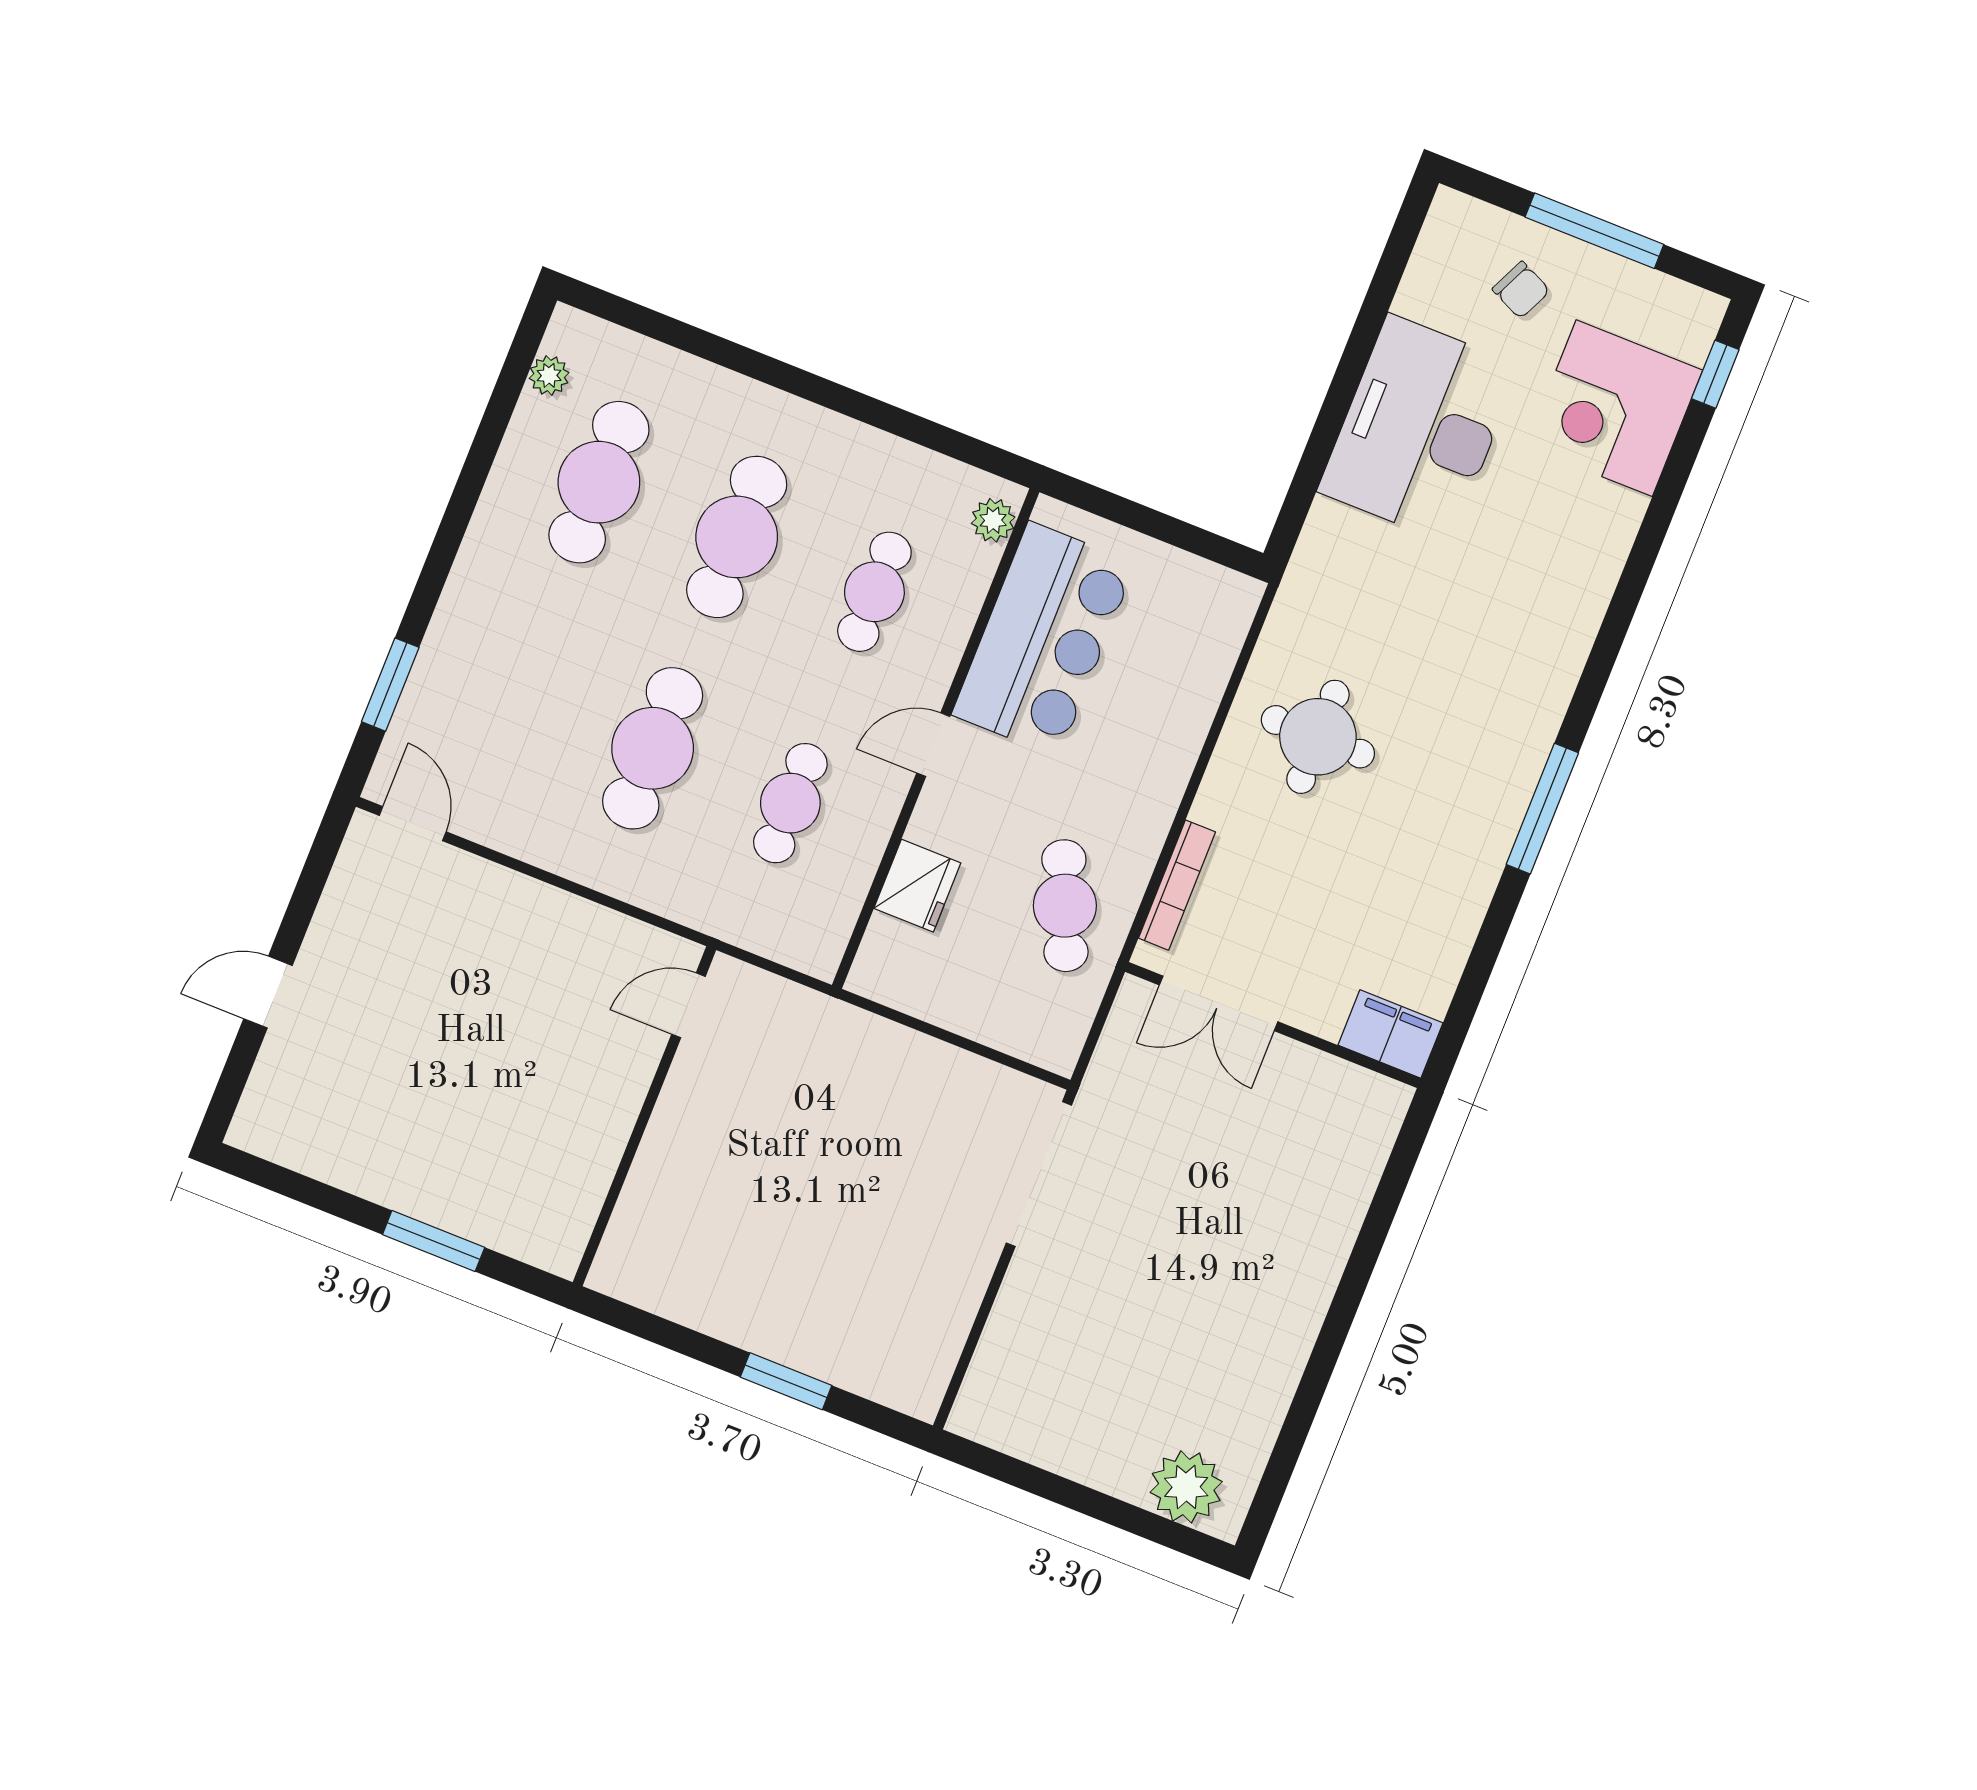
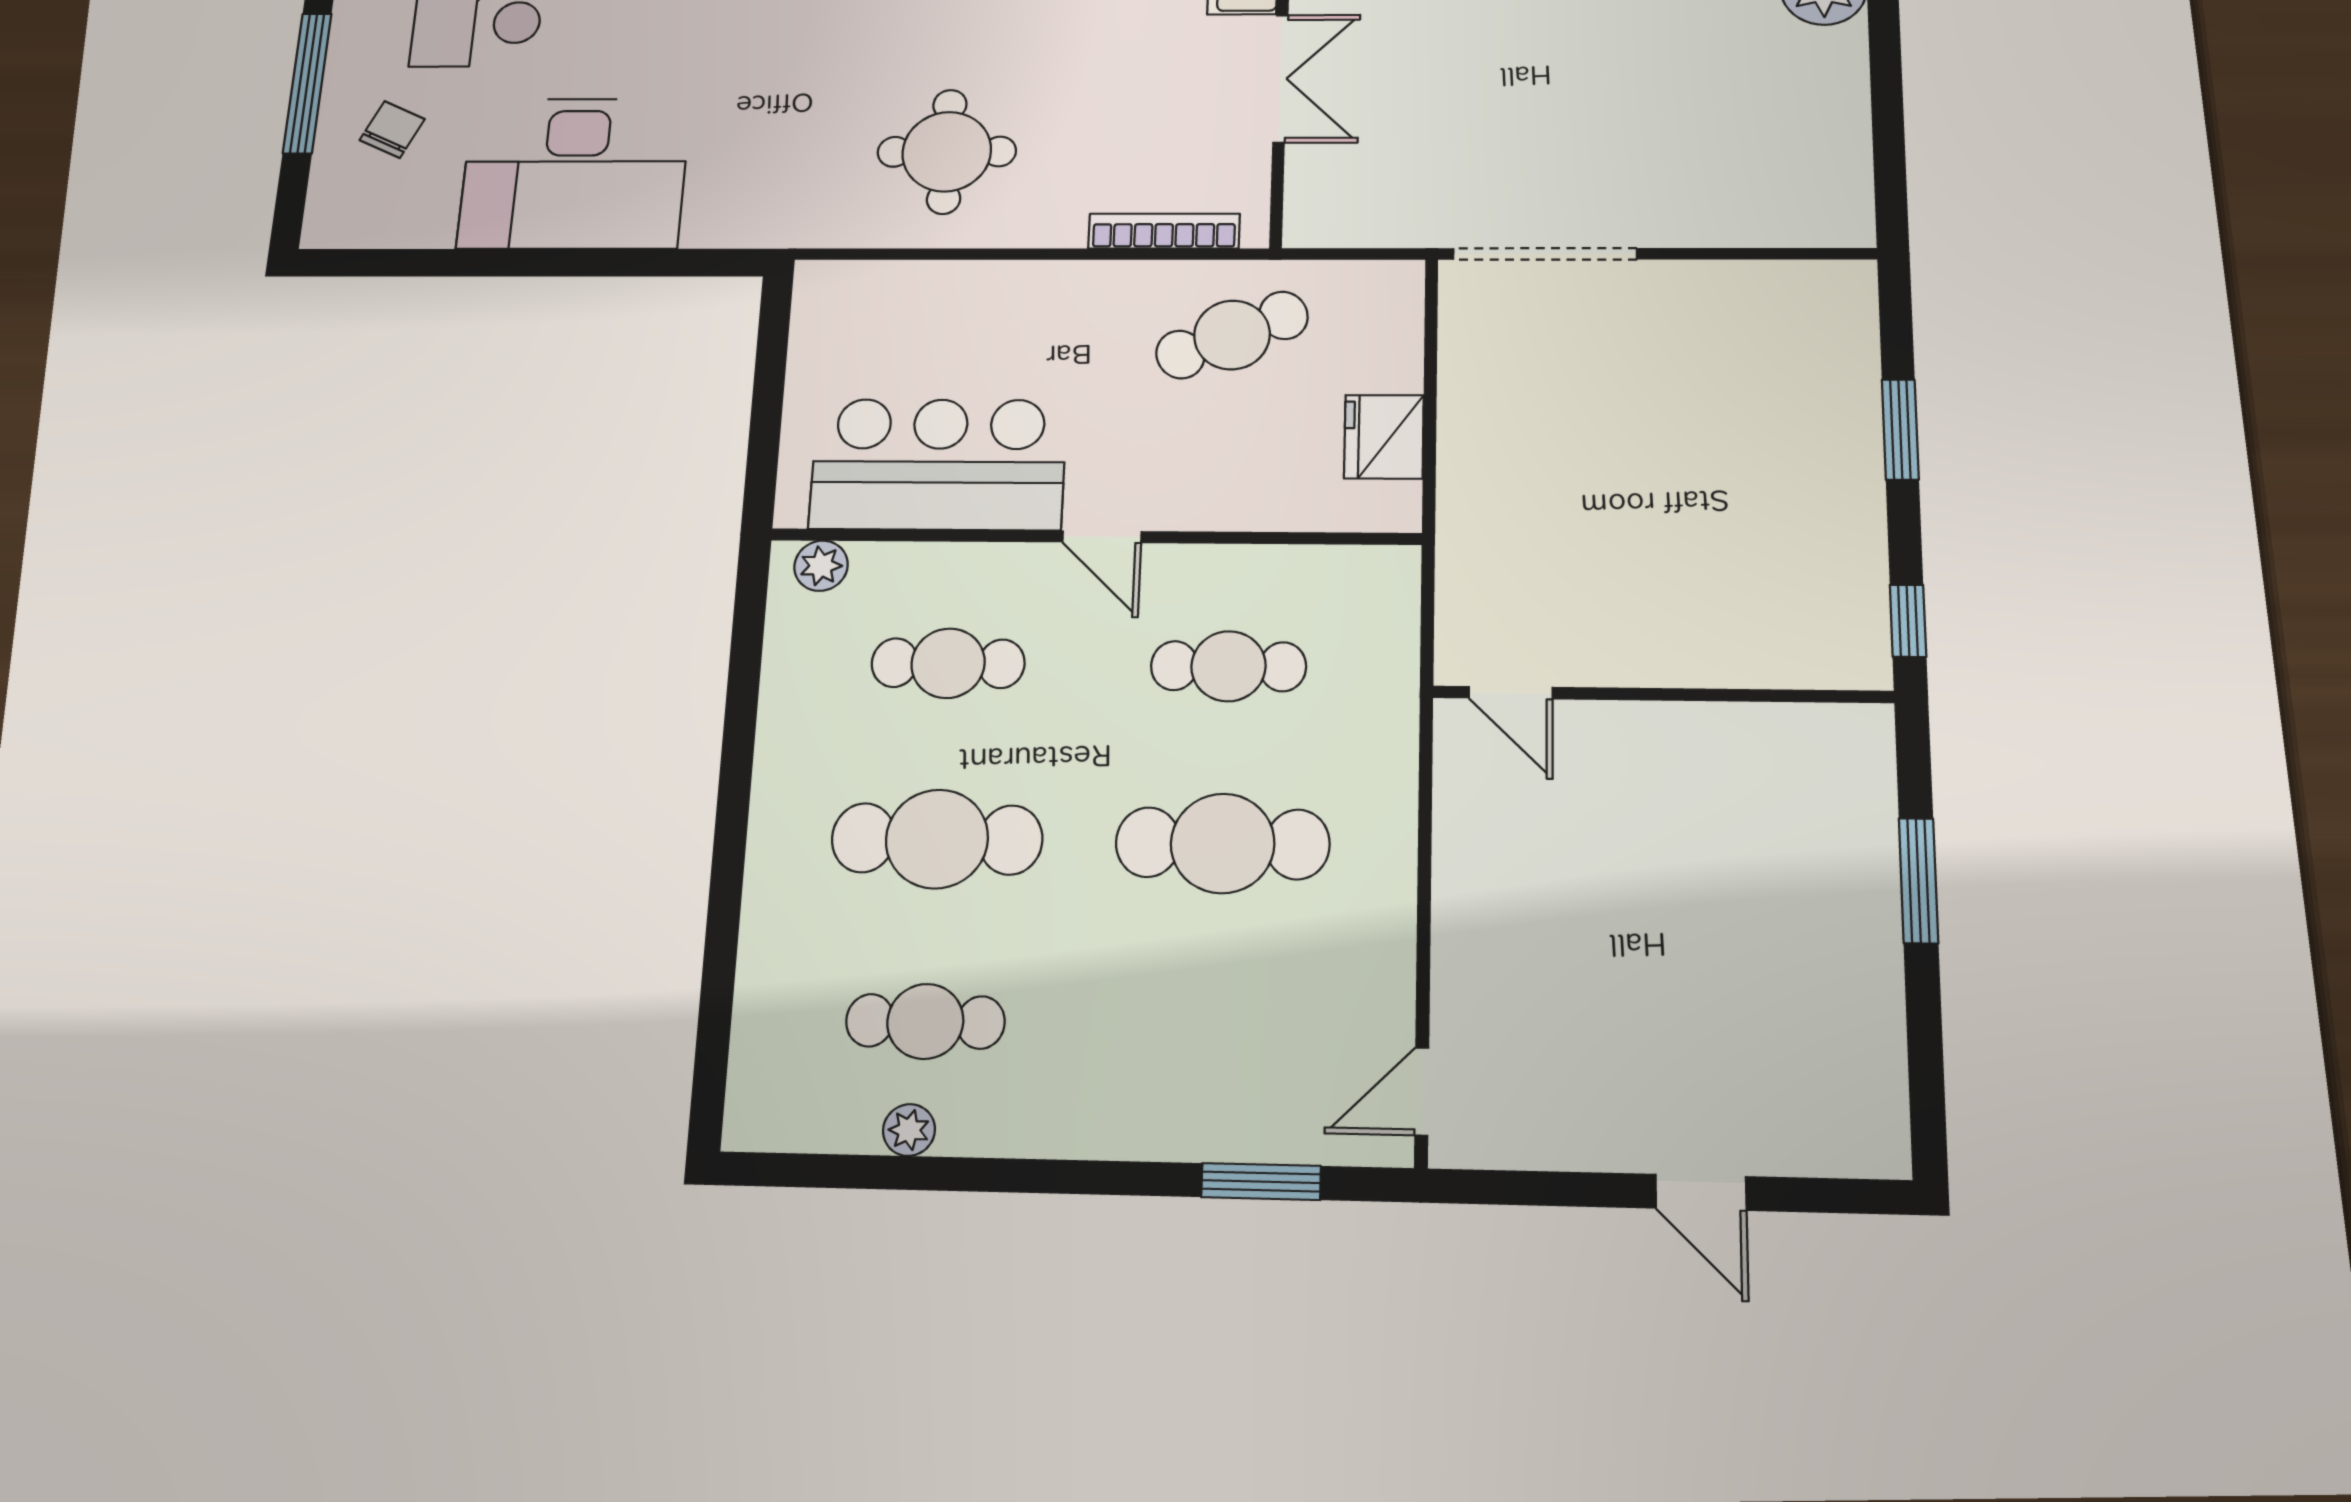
plant: (549, 375) -> (909, 1130), moved
cafe table: (599, 482) -> (925, 1021), width x0.73, depth x0.74
fridge: (917, 886) -> (1384, 437), moved, turned -90
double door: (1219, 1003) -> (1280, 79), moved
window: (632, 1320) -> (1908, 621), added

